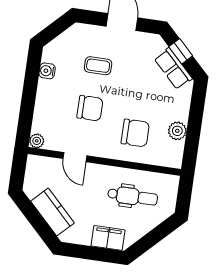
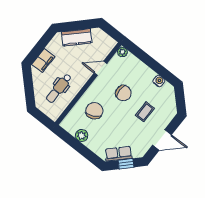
chair: (90, 108) -> (123, 93), turned -90
chair: (135, 133) -> (94, 111), turned 153

